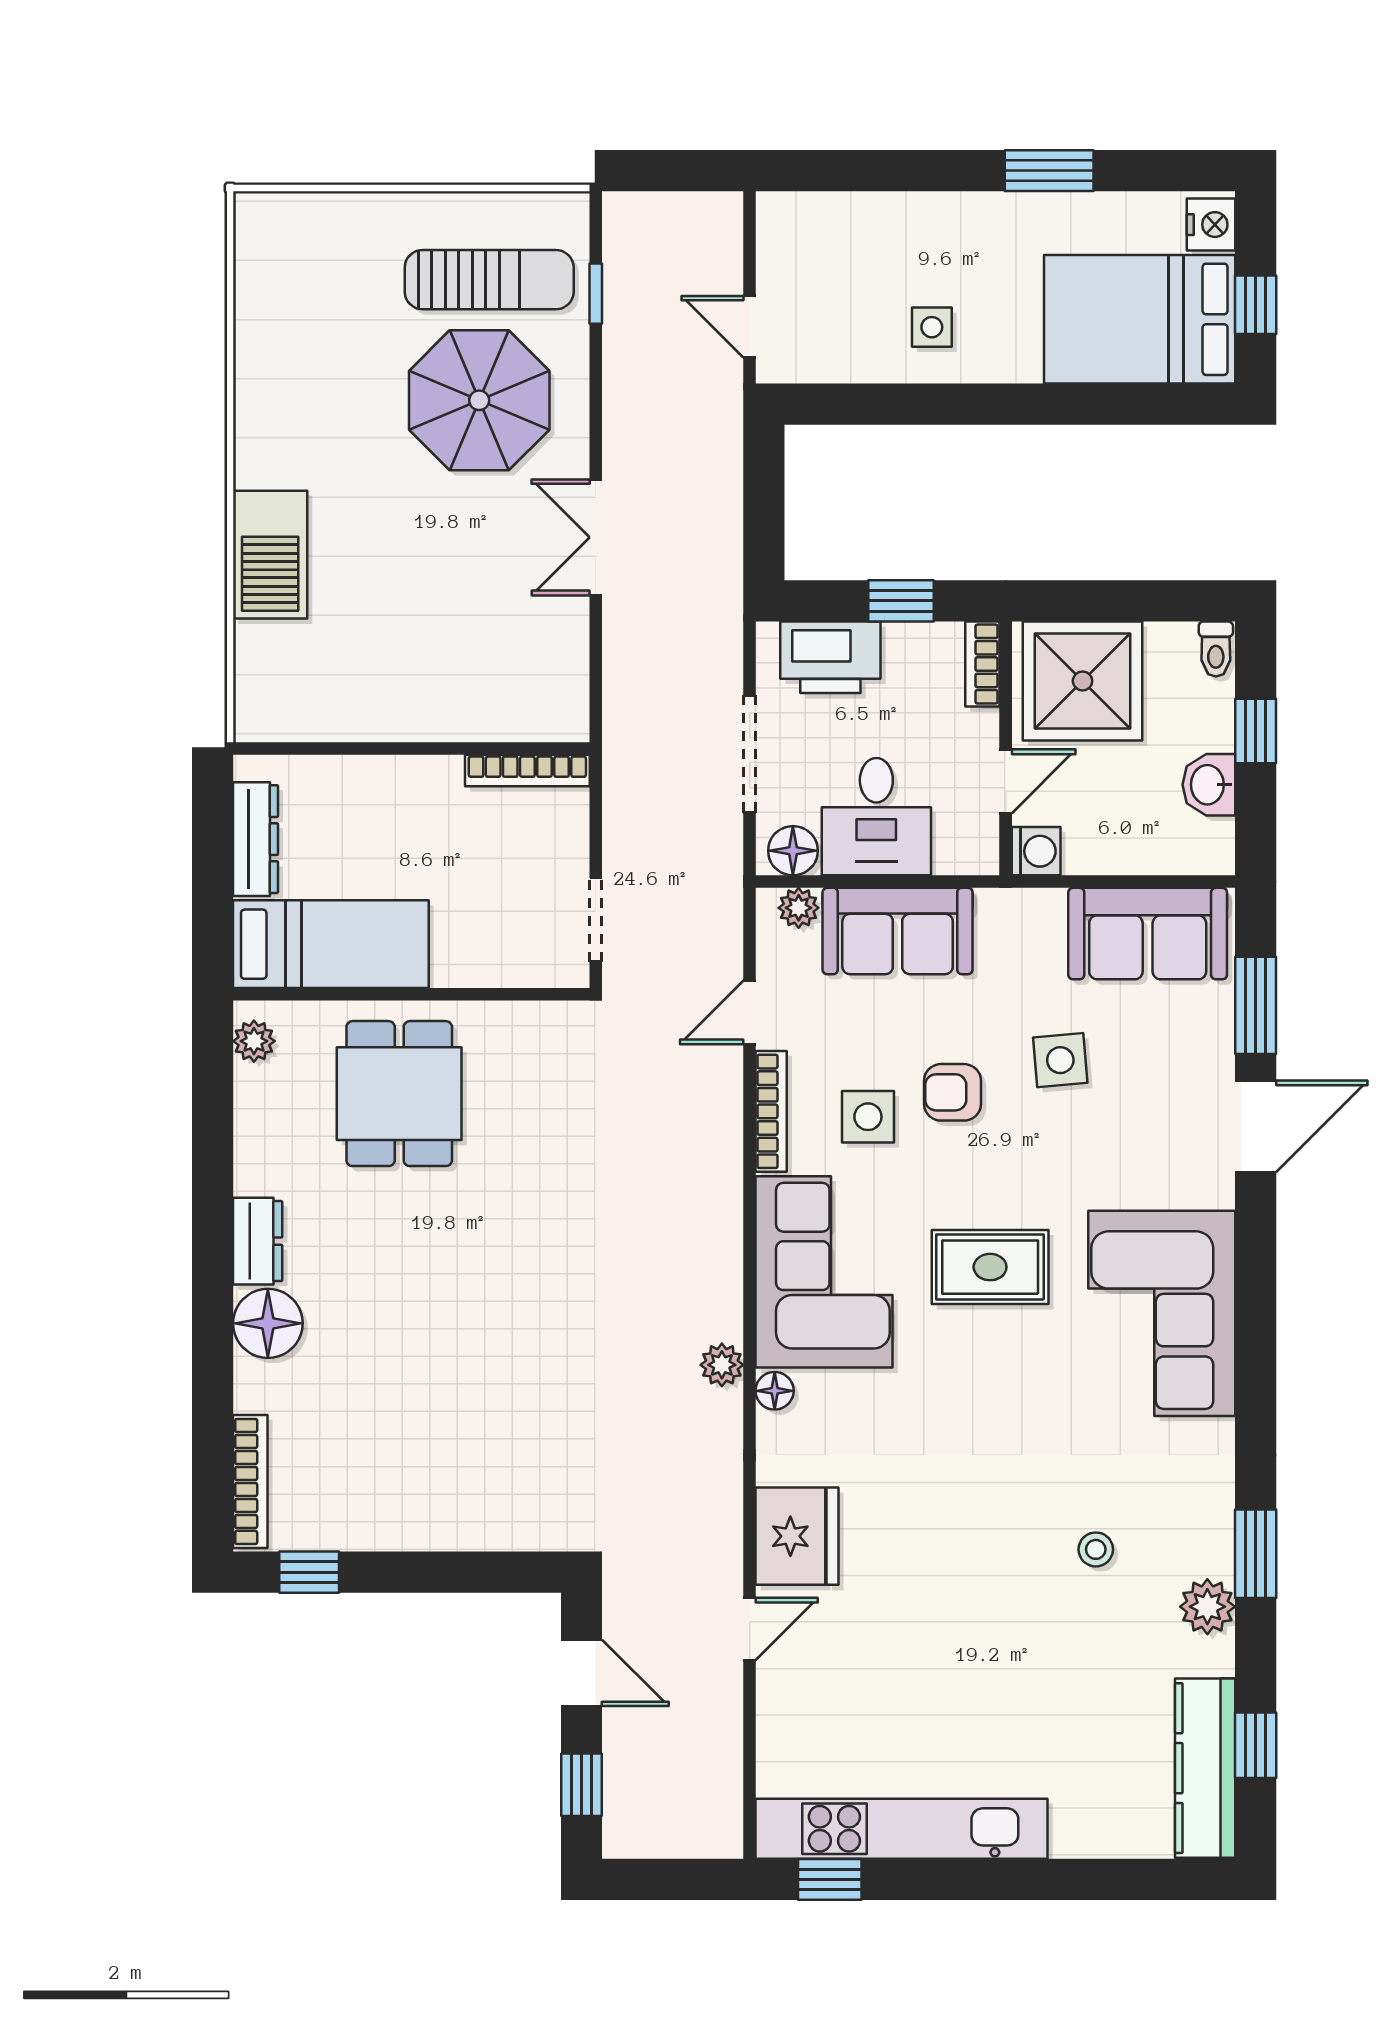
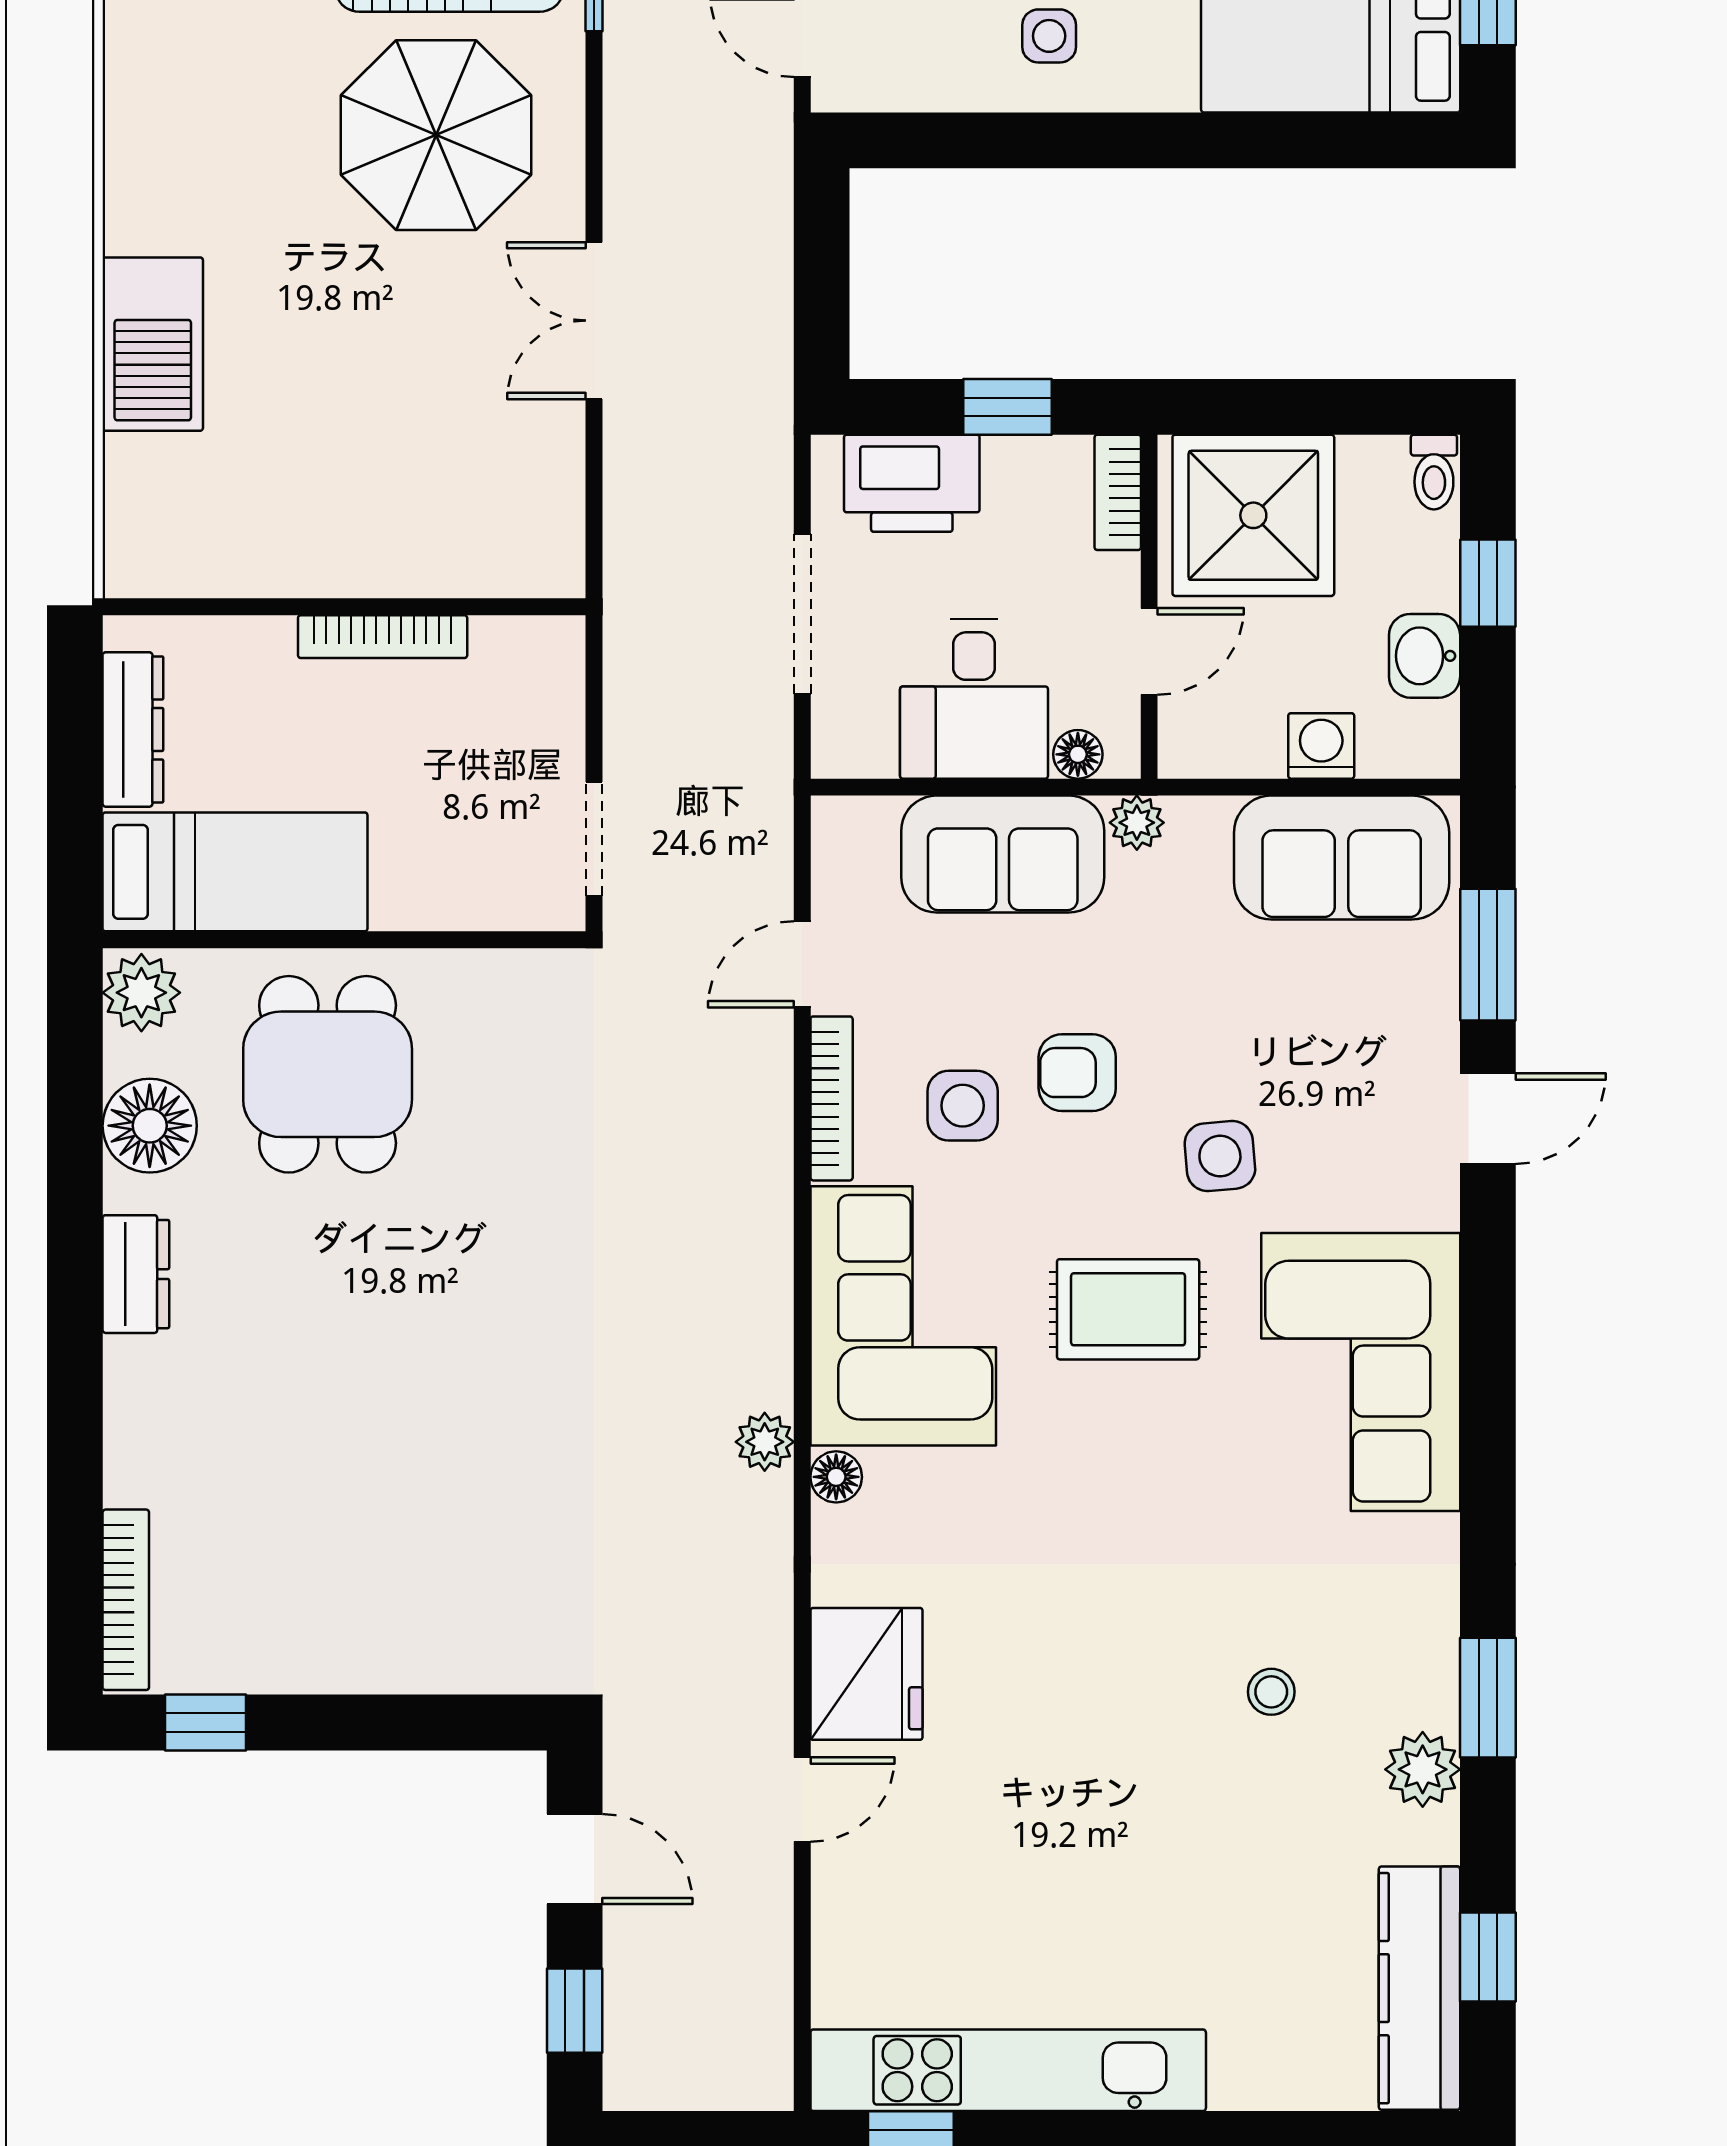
bookcase: (527, 771) -> (383, 637), moved
floor lamp: (793, 851) -> (1078, 754), moved, width x0.73, depth x0.73
washing machine: (1036, 851) -> (1321, 746), moved, turned -90
plant: (799, 908) -> (1137, 823), moved
plant: (254, 1041) -> (141, 993), width x1.38, depth x1.38
side table: (1060, 1060) -> (1220, 1156), moved
door: (1256, 1126) -> (1488, 1119), width x0.73
floor lamp: (268, 1323) -> (150, 1126), moved

